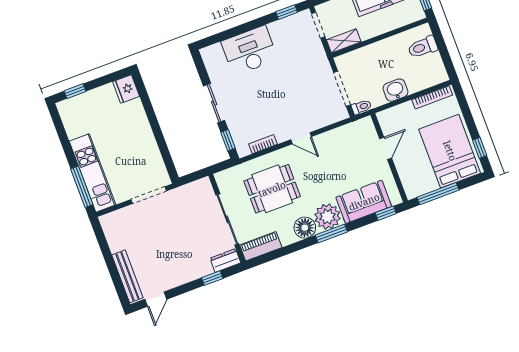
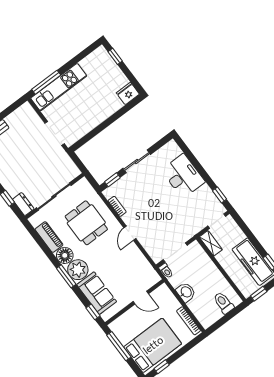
piano: (261, 246) -> (49, 237), moved

